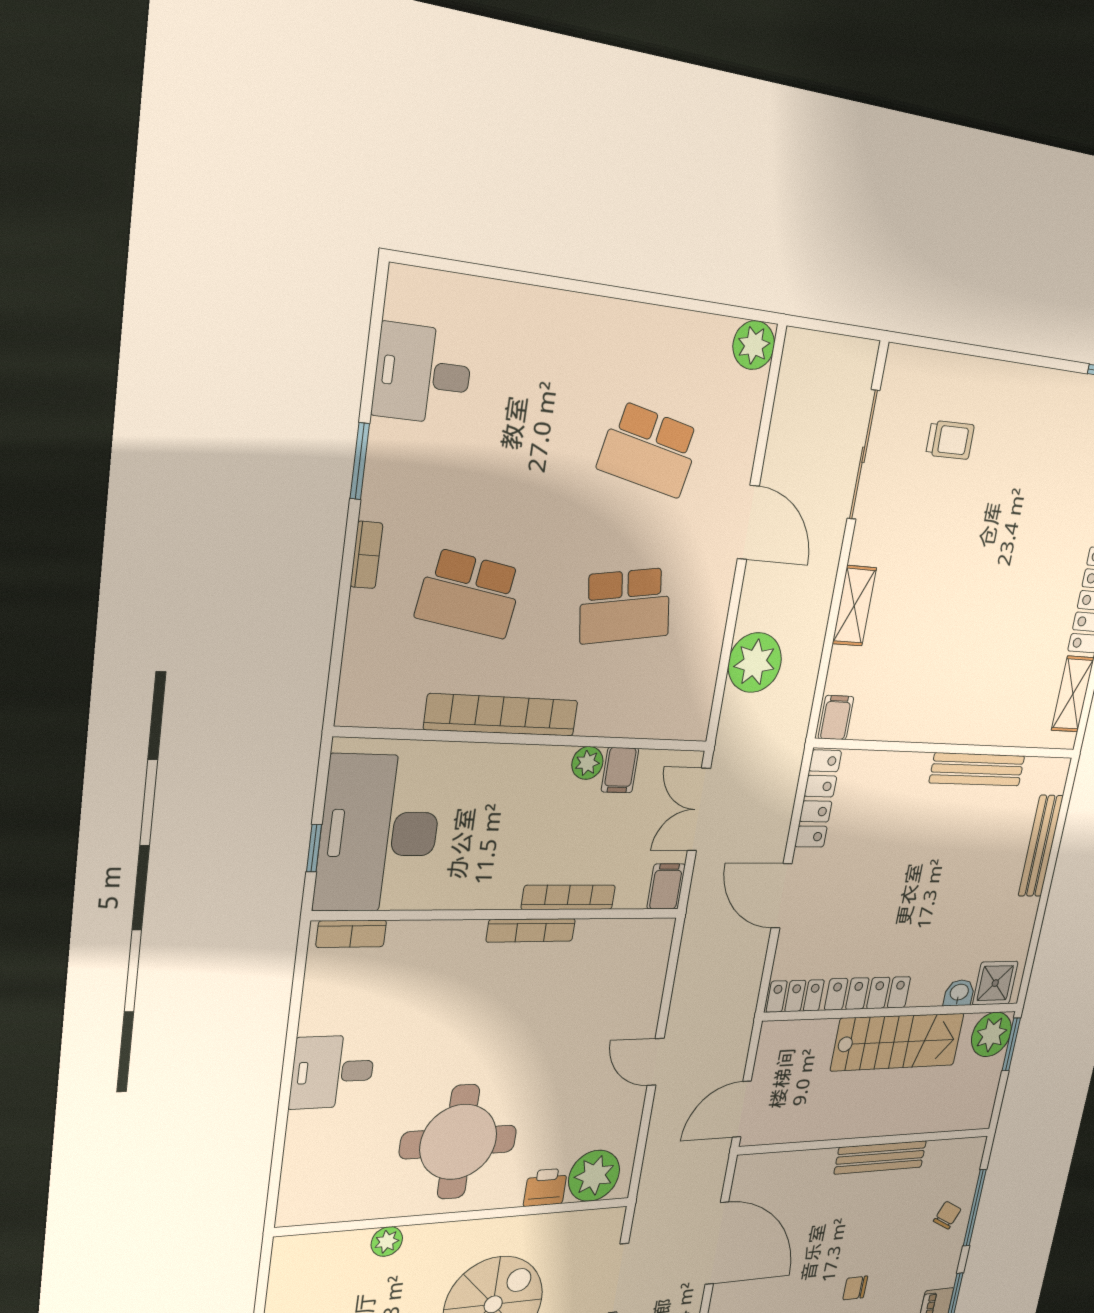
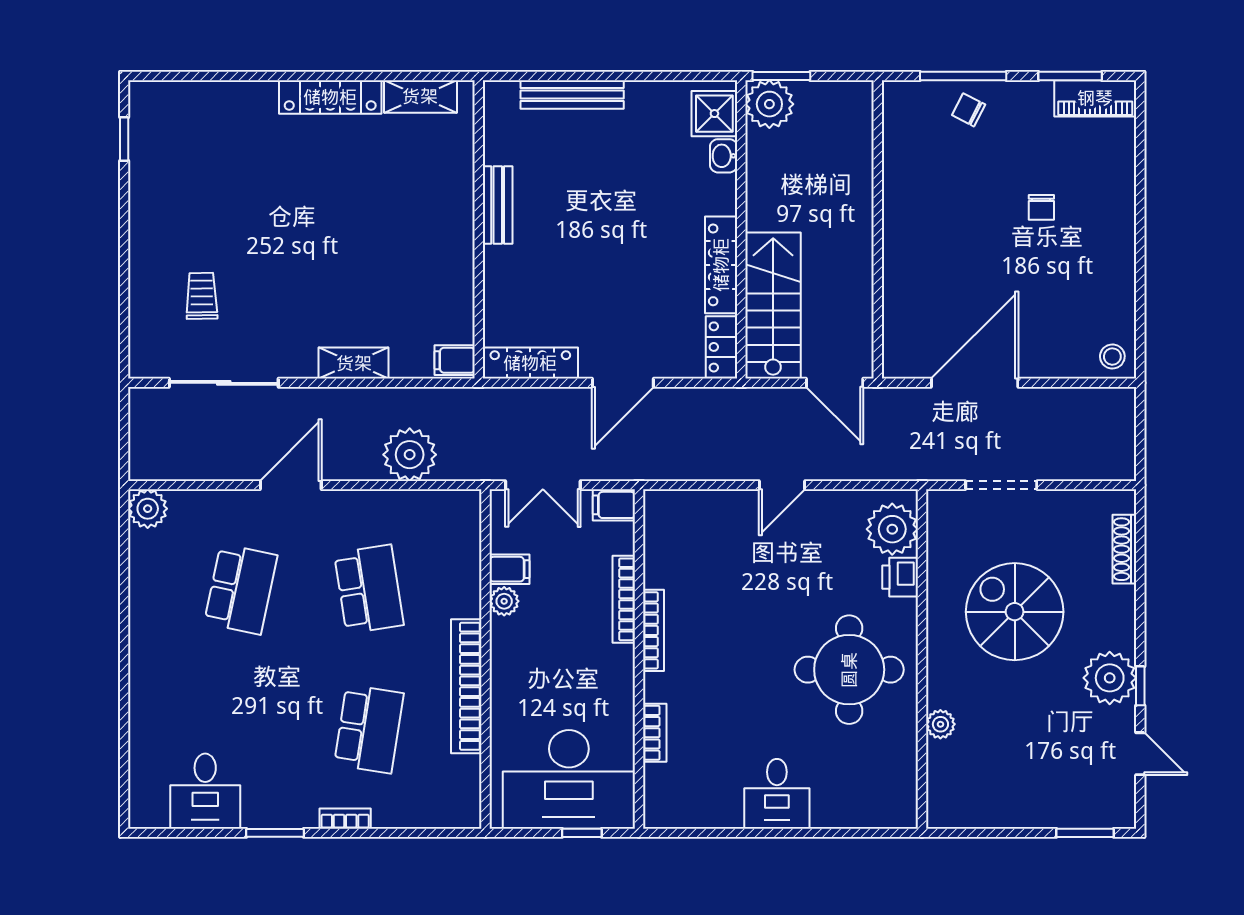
bench: (977, 769) -> (498, 205), width x0.73
bookcase: (351, 934) -> (655, 733), moved
stairs: (898, 1042) -> (773, 306), moved
bench: (880, 1157) -> (896, 210), removed

